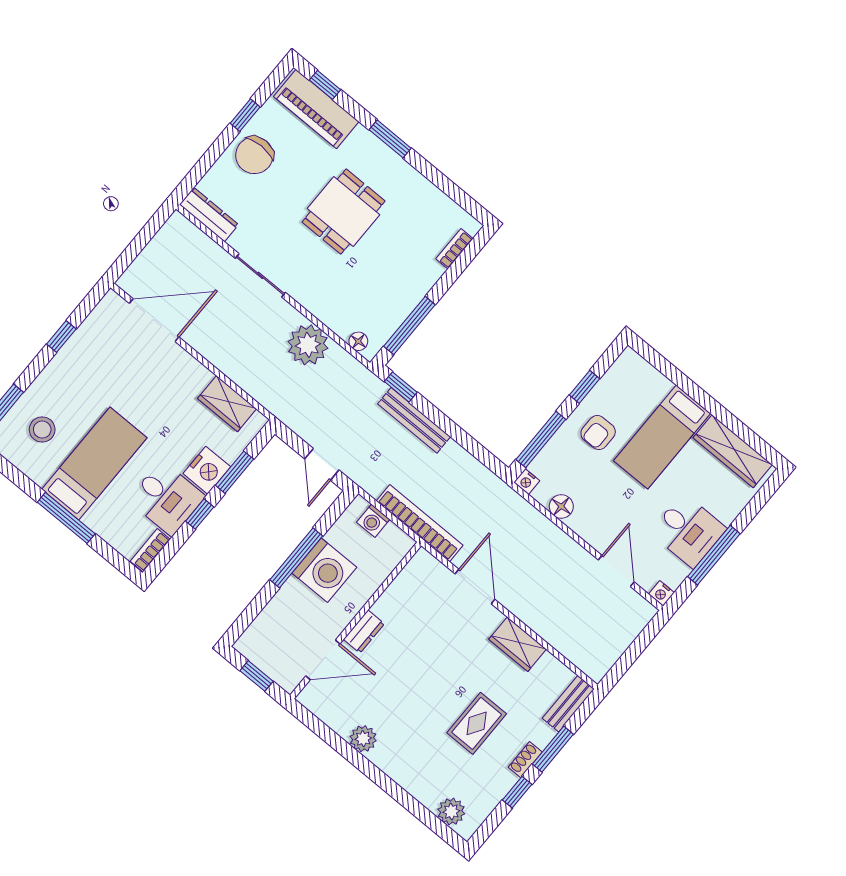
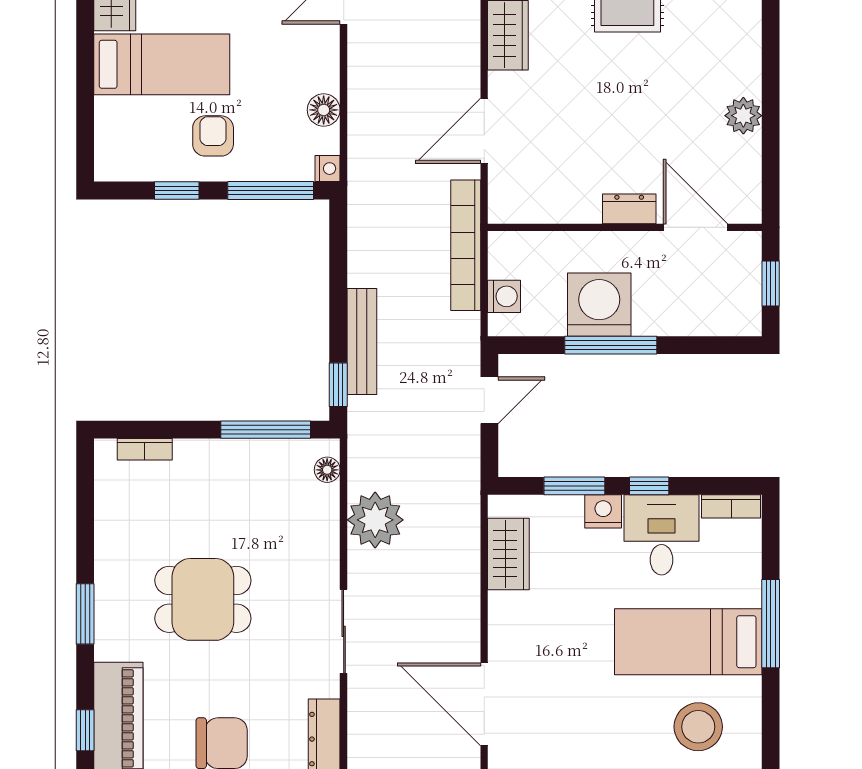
stool: (42, 430) -> (698, 727), width x1.38, depth x1.38
armchair: (598, 433) -> (213, 136), turned -90
nightstand: (207, 470) -> (603, 511), width x0.74, depth x0.75

